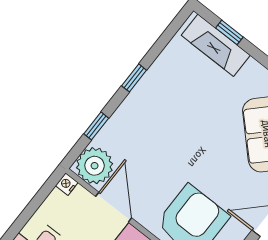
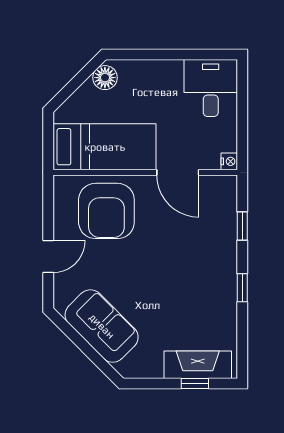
plant: (95, 166) -> (219, 193), removed

